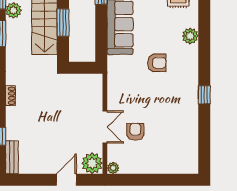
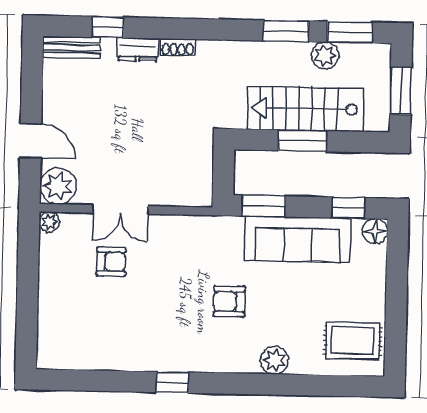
window: (101, 44) -> (264, 206), added
armchair: (157, 63) -> (229, 301), turned 90
dresser: (12, 119) -> (138, 49), added

